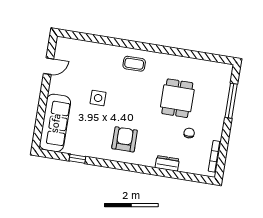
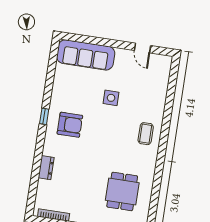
dining table: (177, 98) -> (122, 191), moved, turned 90
chair: (189, 133) -> (77, 189), removed
window: (77, 159) -> (44, 116), moved

